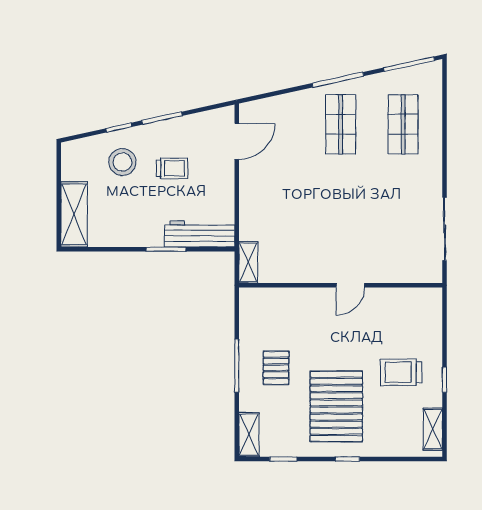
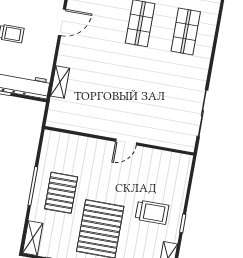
shelving: (248, 262) -> (60, 82), moved
pallet: (276, 368) -> (61, 193), width x1.50, depth x1.42
trolley: (401, 372) -> (152, 212), turned 180

